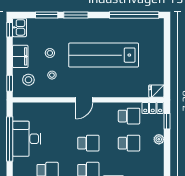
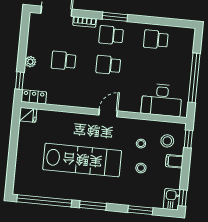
window: (76, 15) -> (93, 206), moved
filing cabinet: (20, 56) -> (174, 161), width x0.50
school desk: (129, 116) -> (61, 90), removed
desk: (27, 139) -> (162, 100), moved, turned 90

